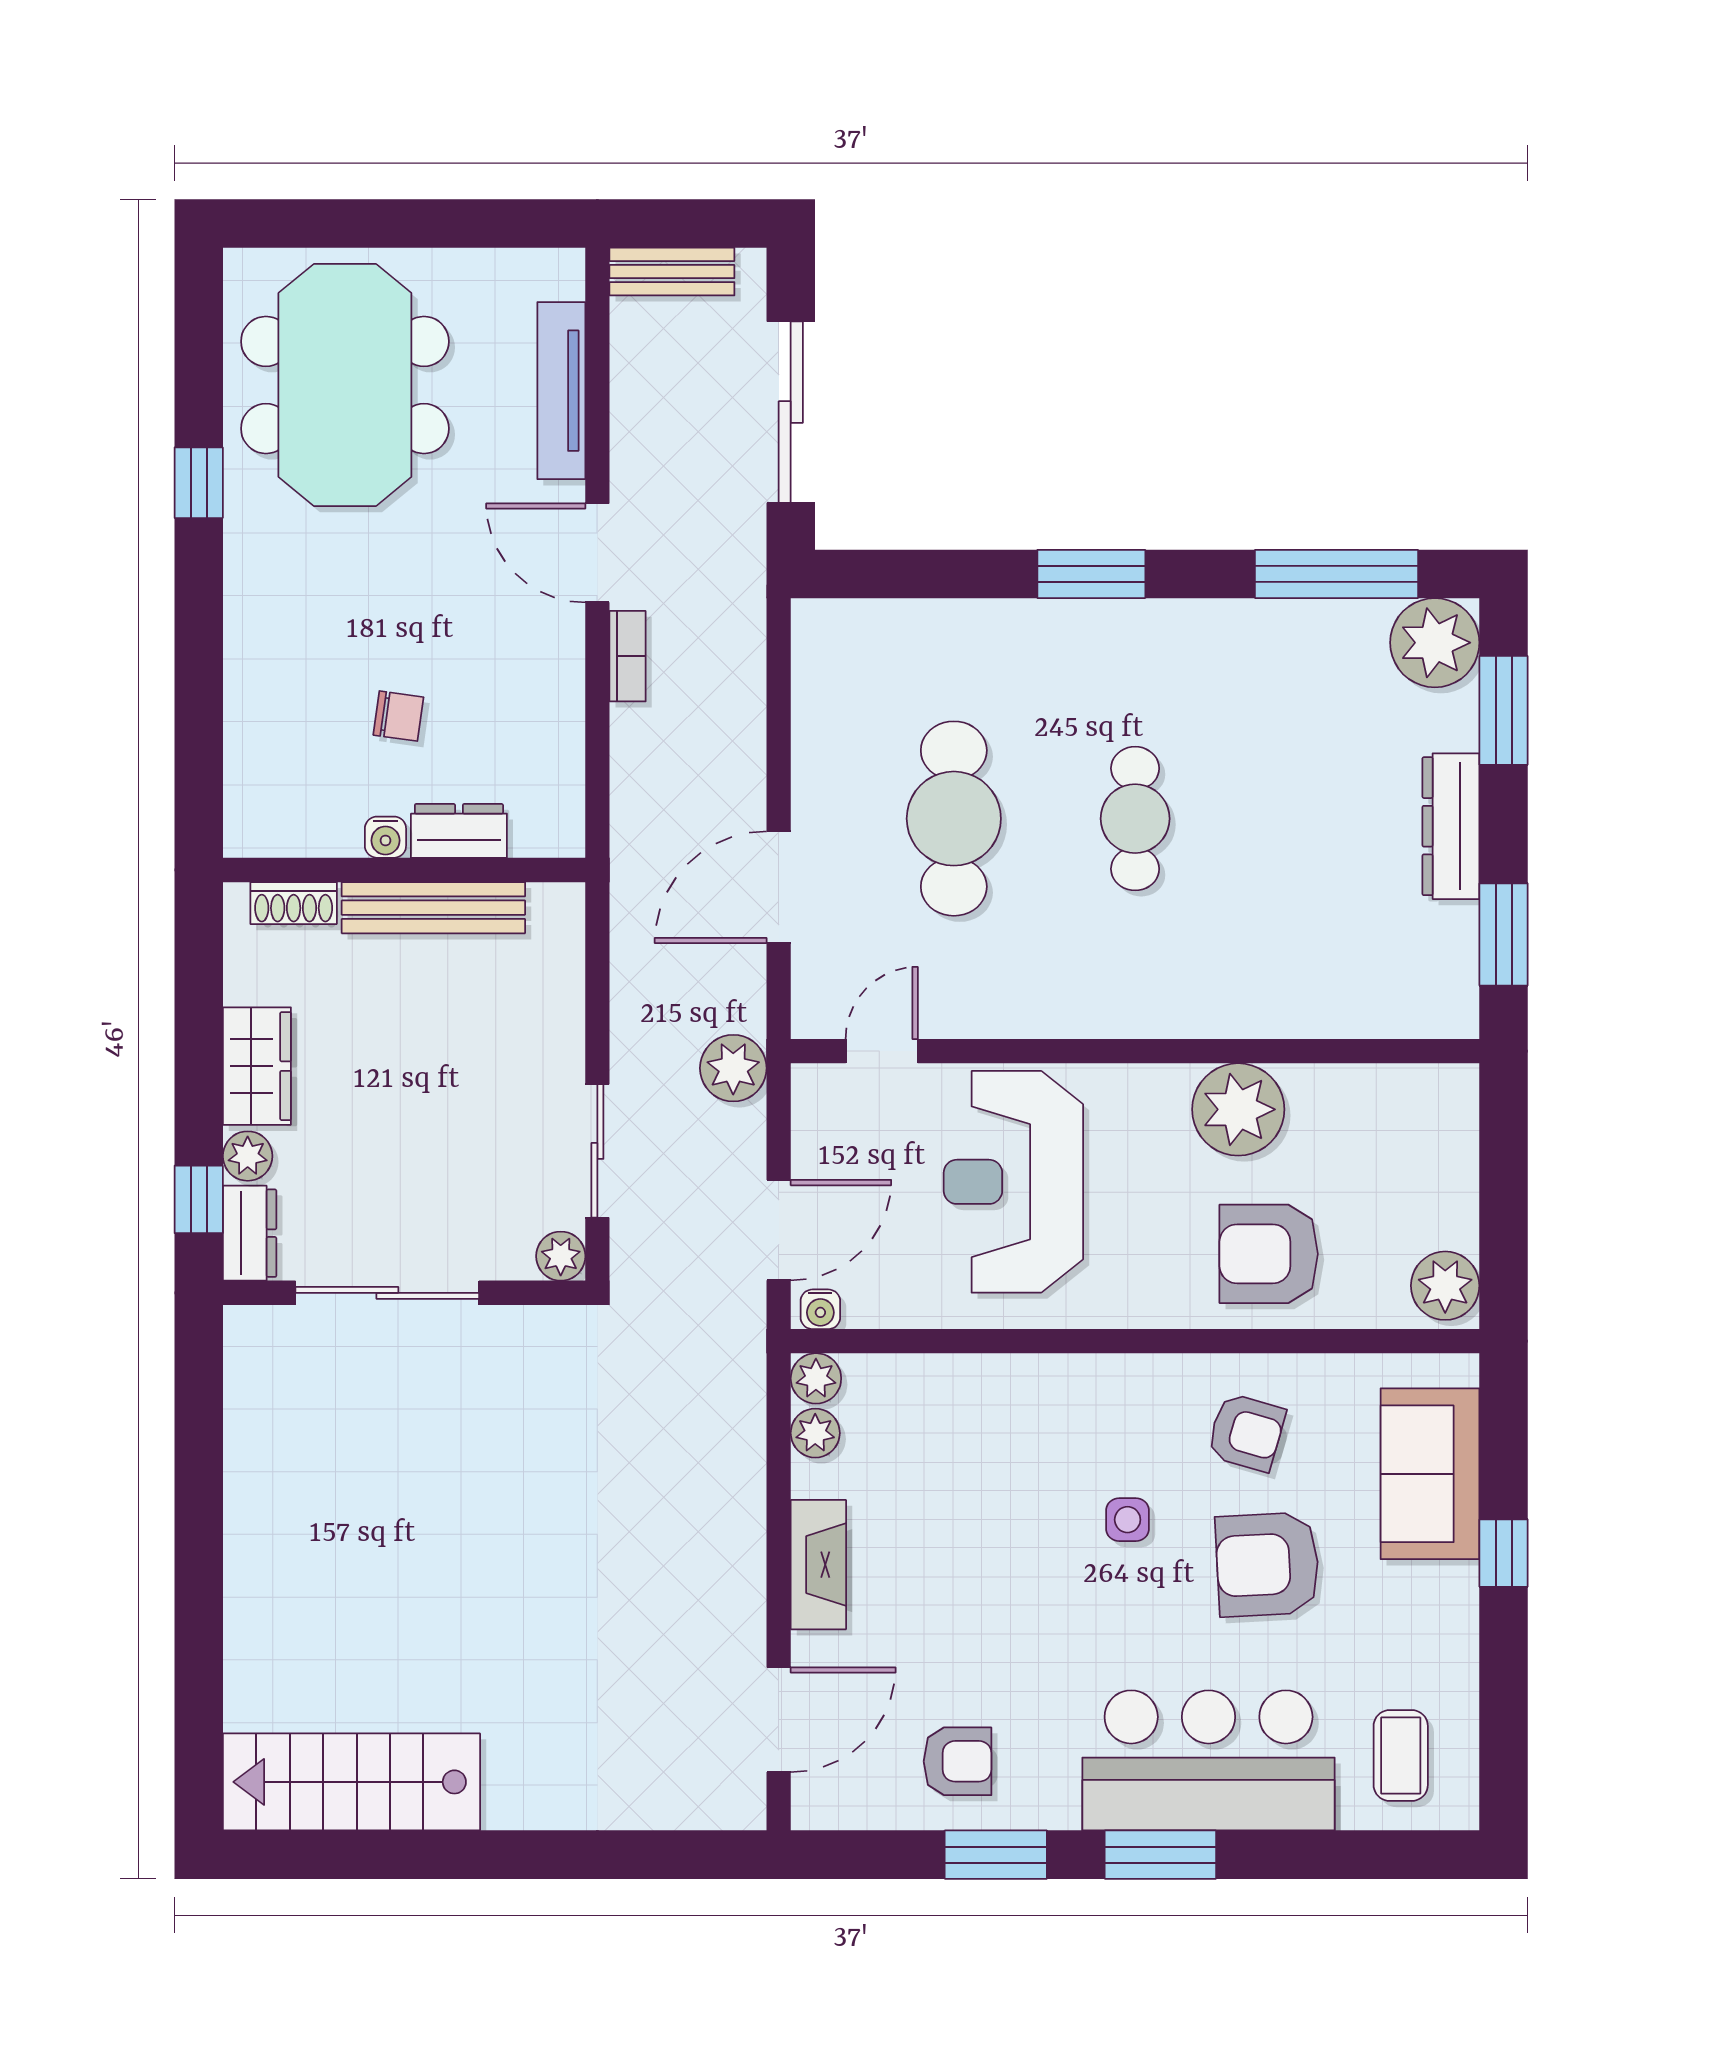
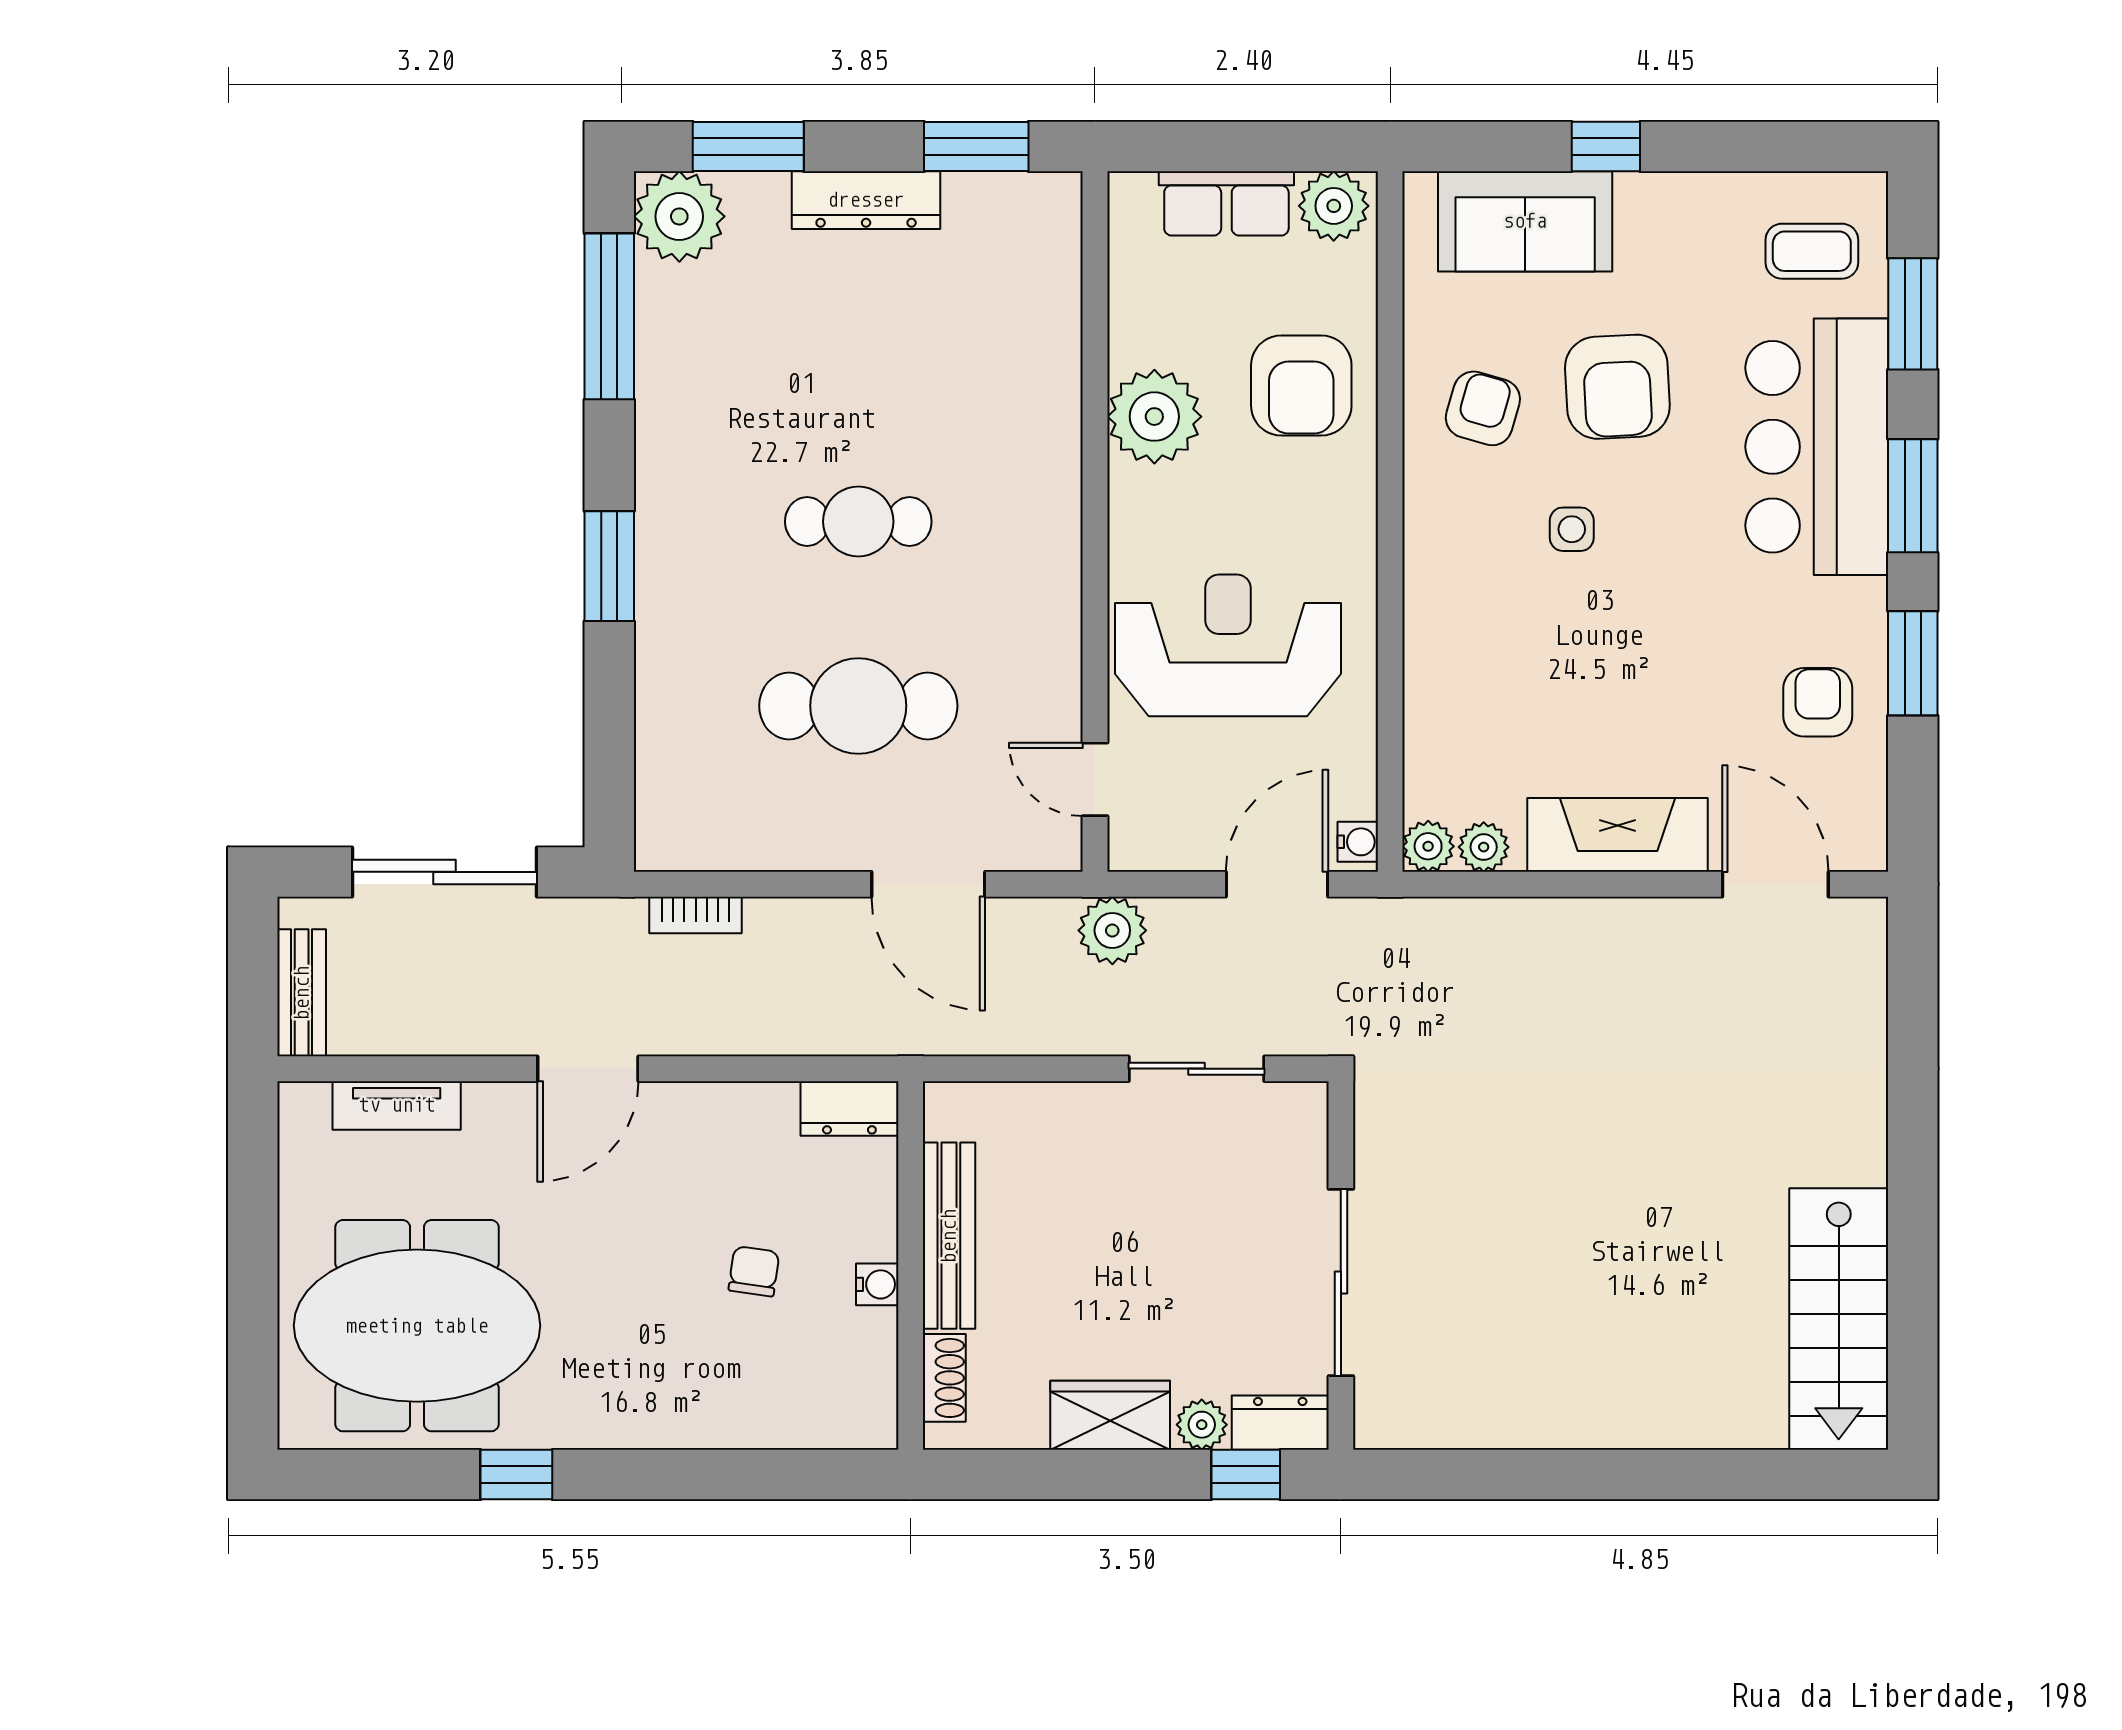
tv unit: (561, 391) -> (397, 1105), width x0.71
bookcase: (628, 656) -> (696, 915), moved, turned 180
dresser: (459, 831) -> (849, 1108), moved, turned -90
row of seats: (1448, 1180) -> (1226, 203), added
reception desk: (1013, 1182) -> (1228, 645), turned 180
door: (779, 1230) -> (1277, 884), hinge flipped
plant: (561, 1256) -> (1304, 1106), removed
fireplace: (818, 1565) -> (1618, 835), width x1.37, depth x1.32
window: (1339, 1855) -> (1913, 314), added

